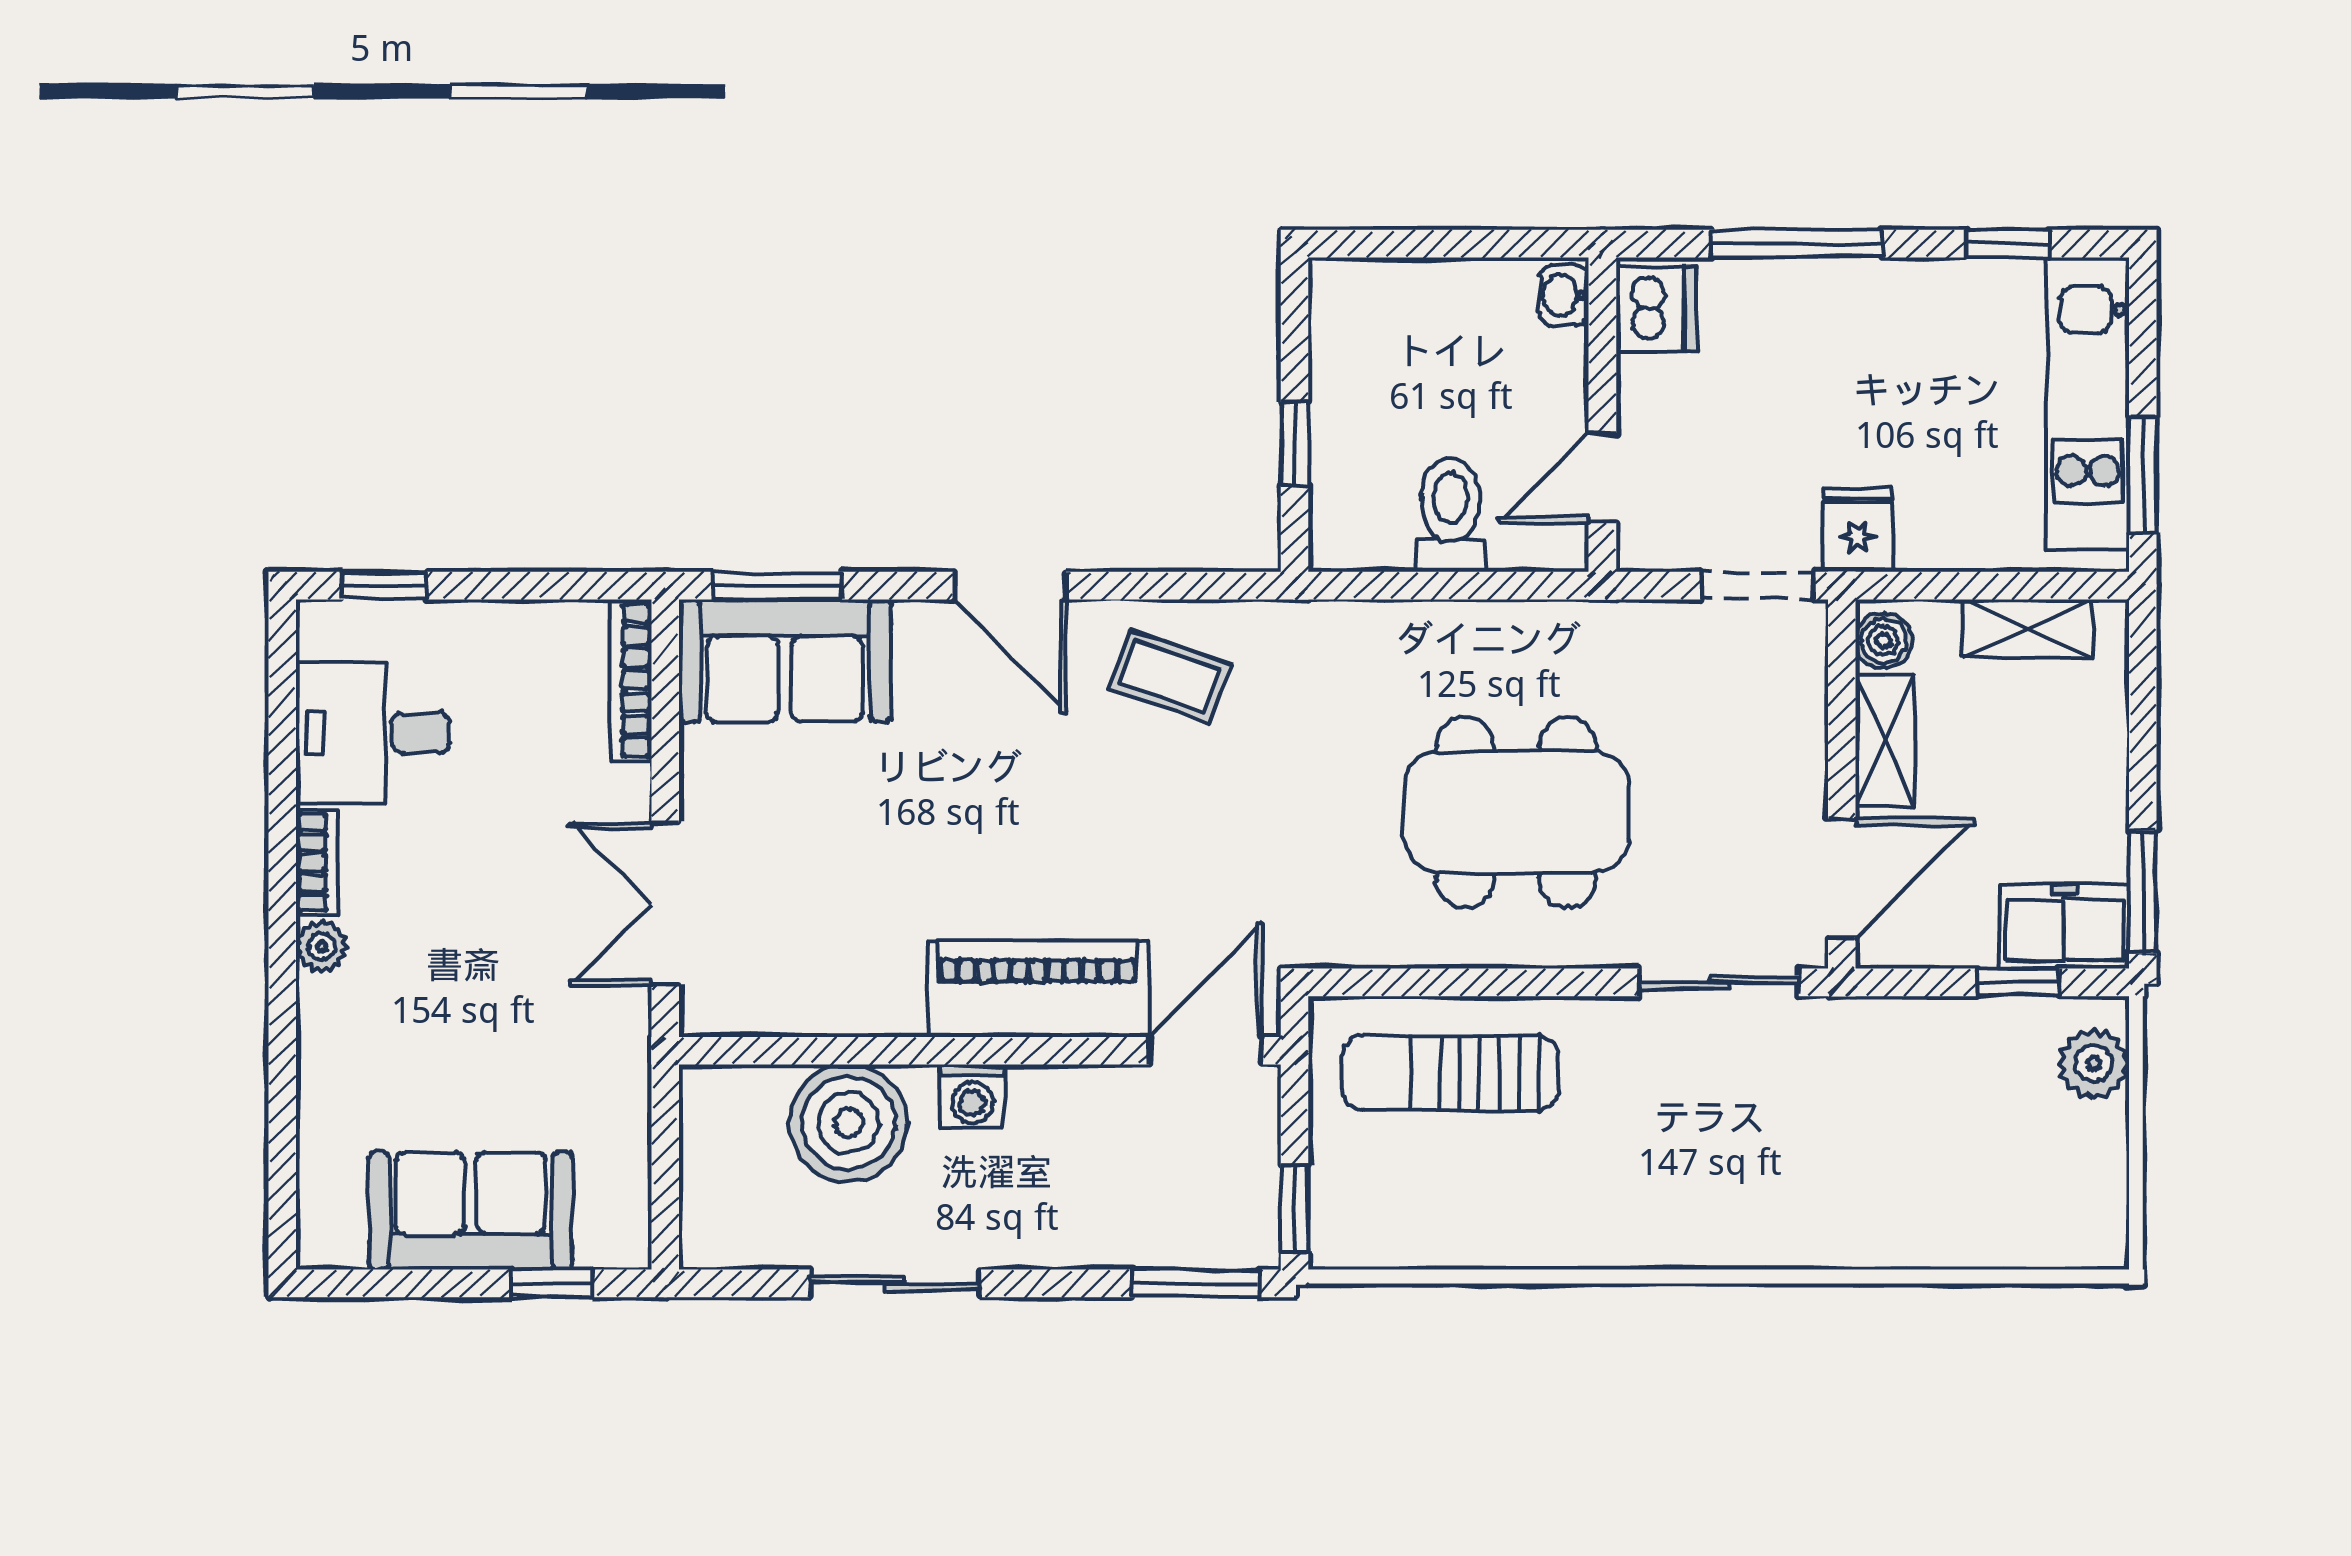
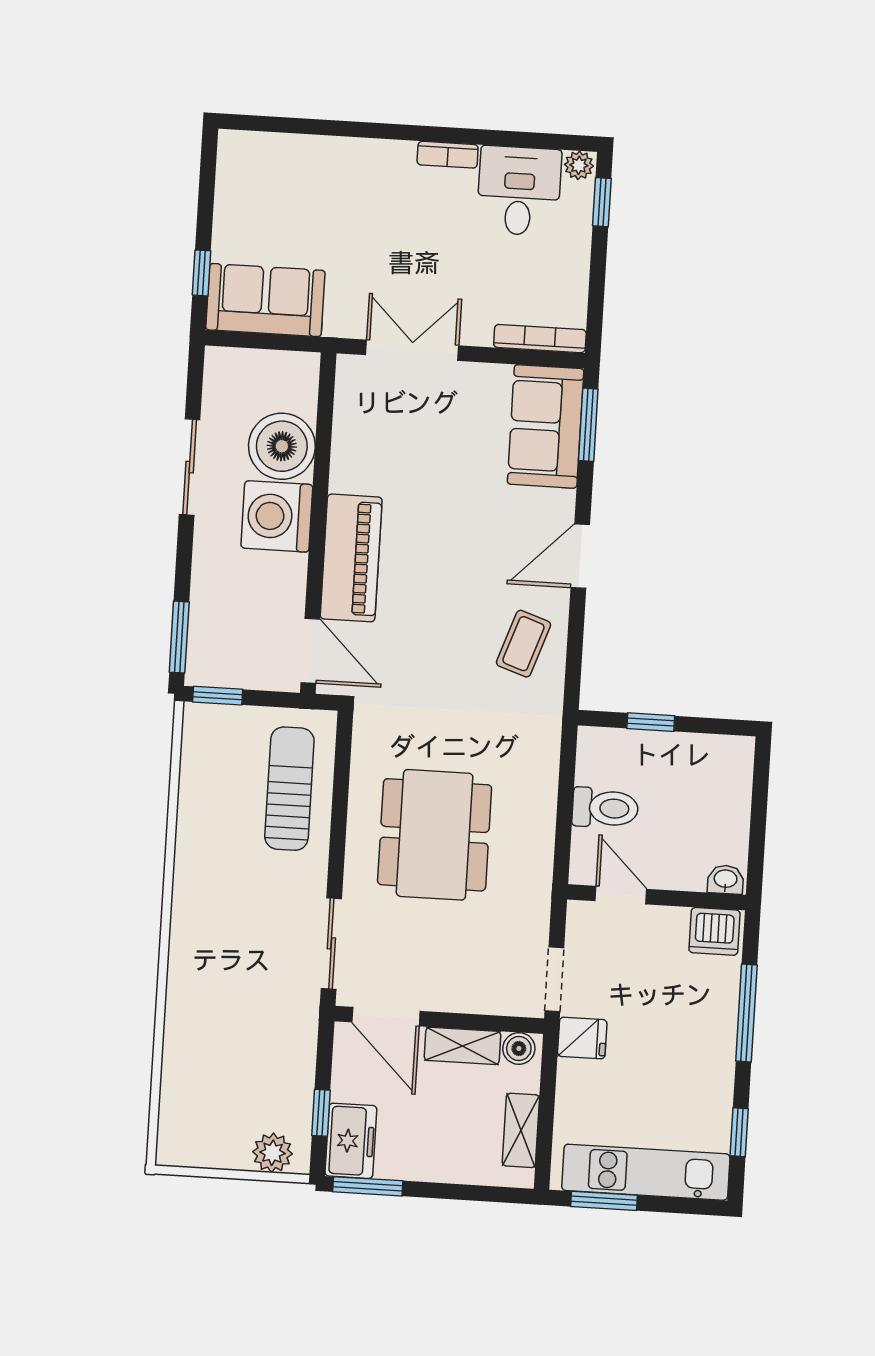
plant: (322, 946) -> (579, 165), moved
washing machine: (972, 1096) -> (277, 516), width x1.89, depth x1.89
sofa: (471, 1211) -> (265, 300), moved, turned -90

